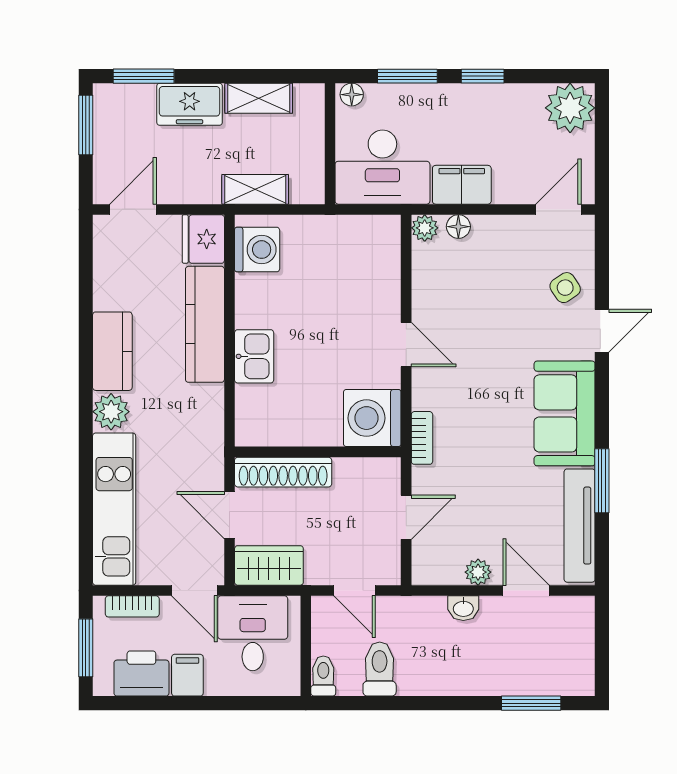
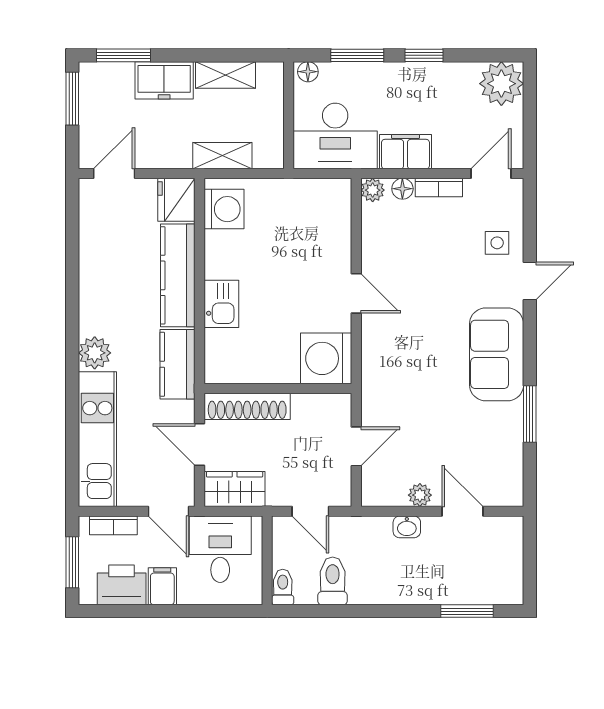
side table: (565, 288) -> (497, 243), turned 34
kitchen counter: (112, 351) -> (178, 364), moved, turned 180
bookcase: (422, 438) -> (439, 188), moved, turned 90
tv unit: (580, 526) -> (510, 454), removed

